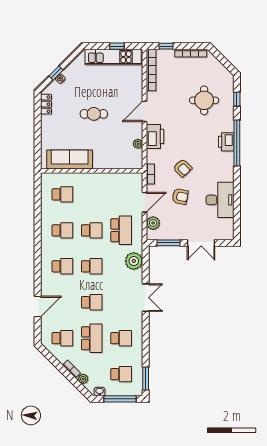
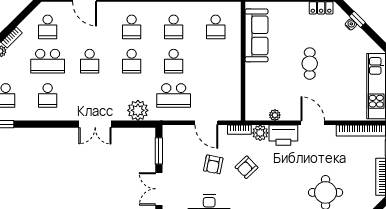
plant: (153, 223) -> (260, 133), moved

